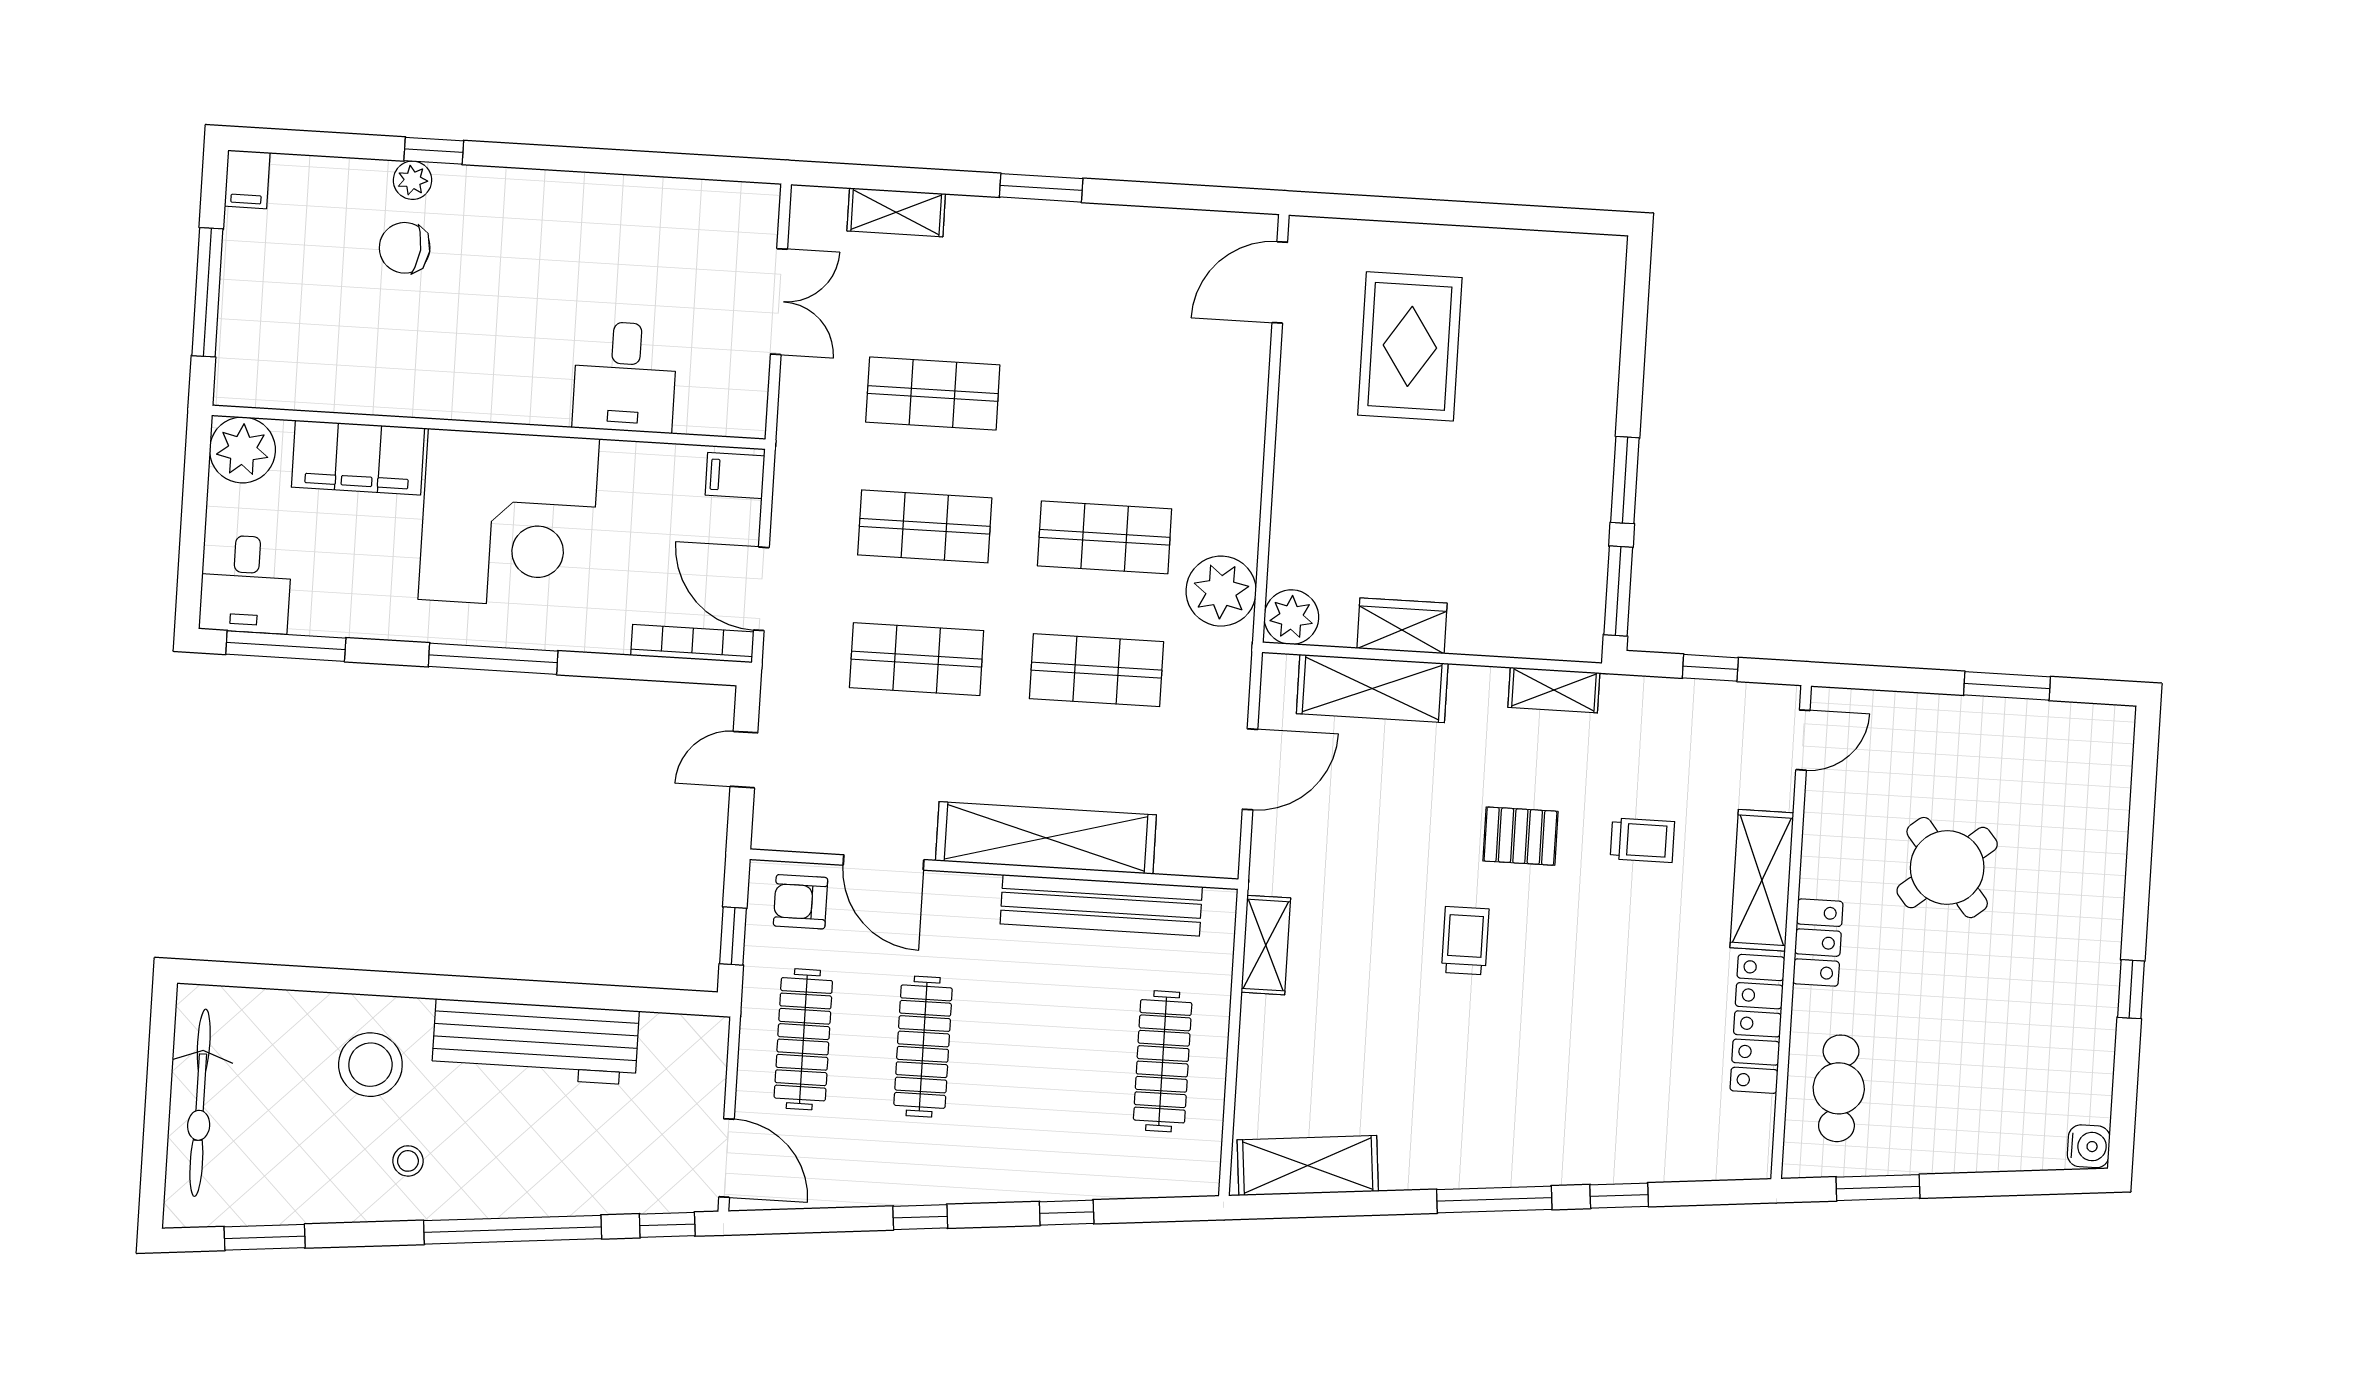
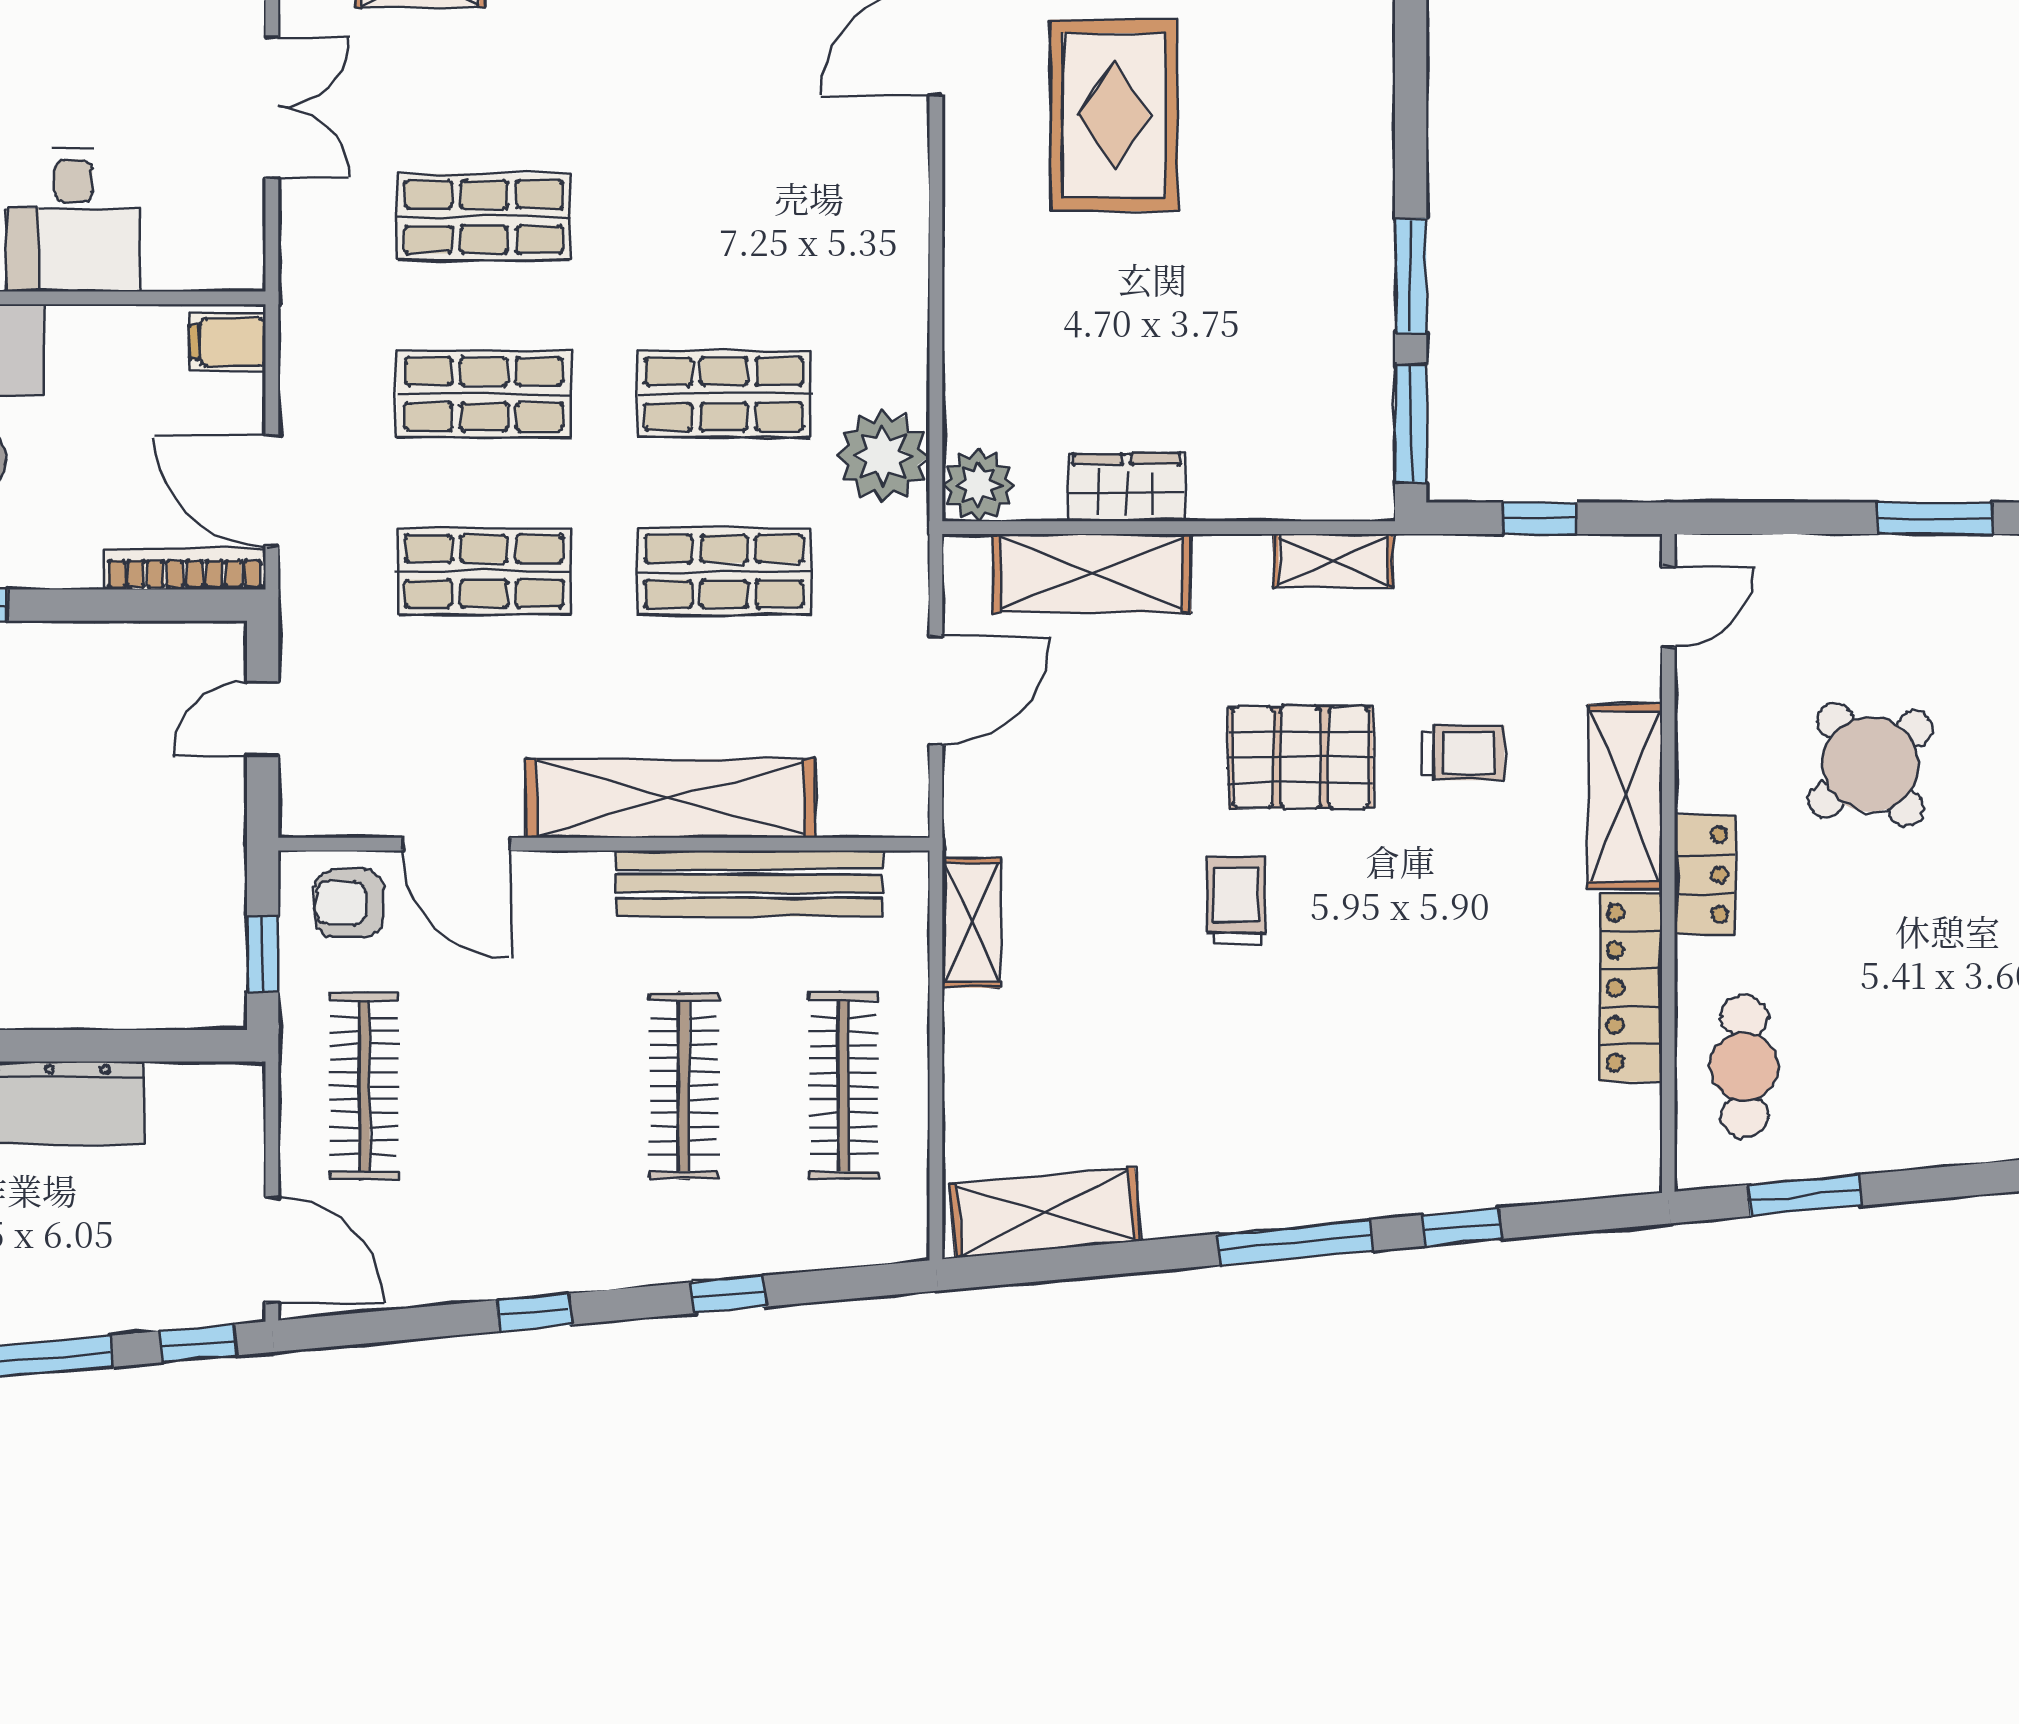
pallet: (1520, 836) -> (1301, 757), width x1.50, depth x1.42
clothes rail: (923, 1047) -> (684, 1086), moved

